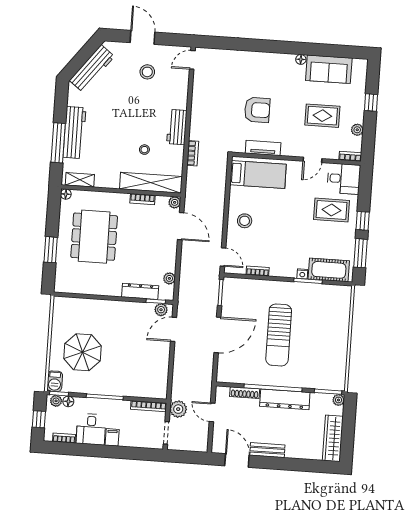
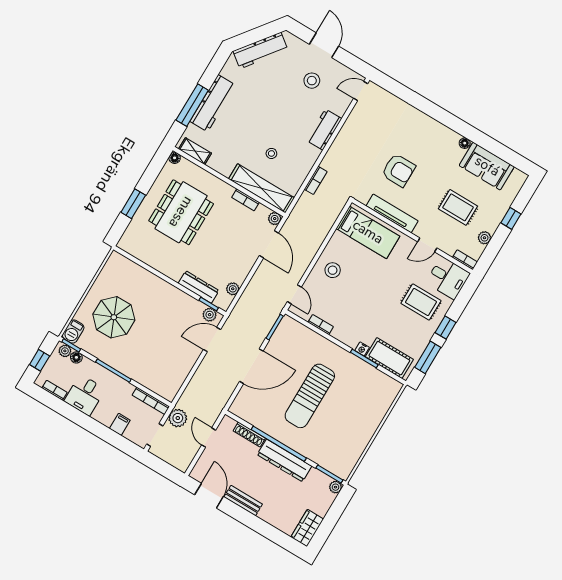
workbench: (177, 127) -> (324, 130), moved
tv unit: (263, 148) -> (392, 213), width x1.41
filing cabinet: (112, 437) -> (120, 424), moved
wardrobe: (333, 438) -> (307, 528), width x0.67

